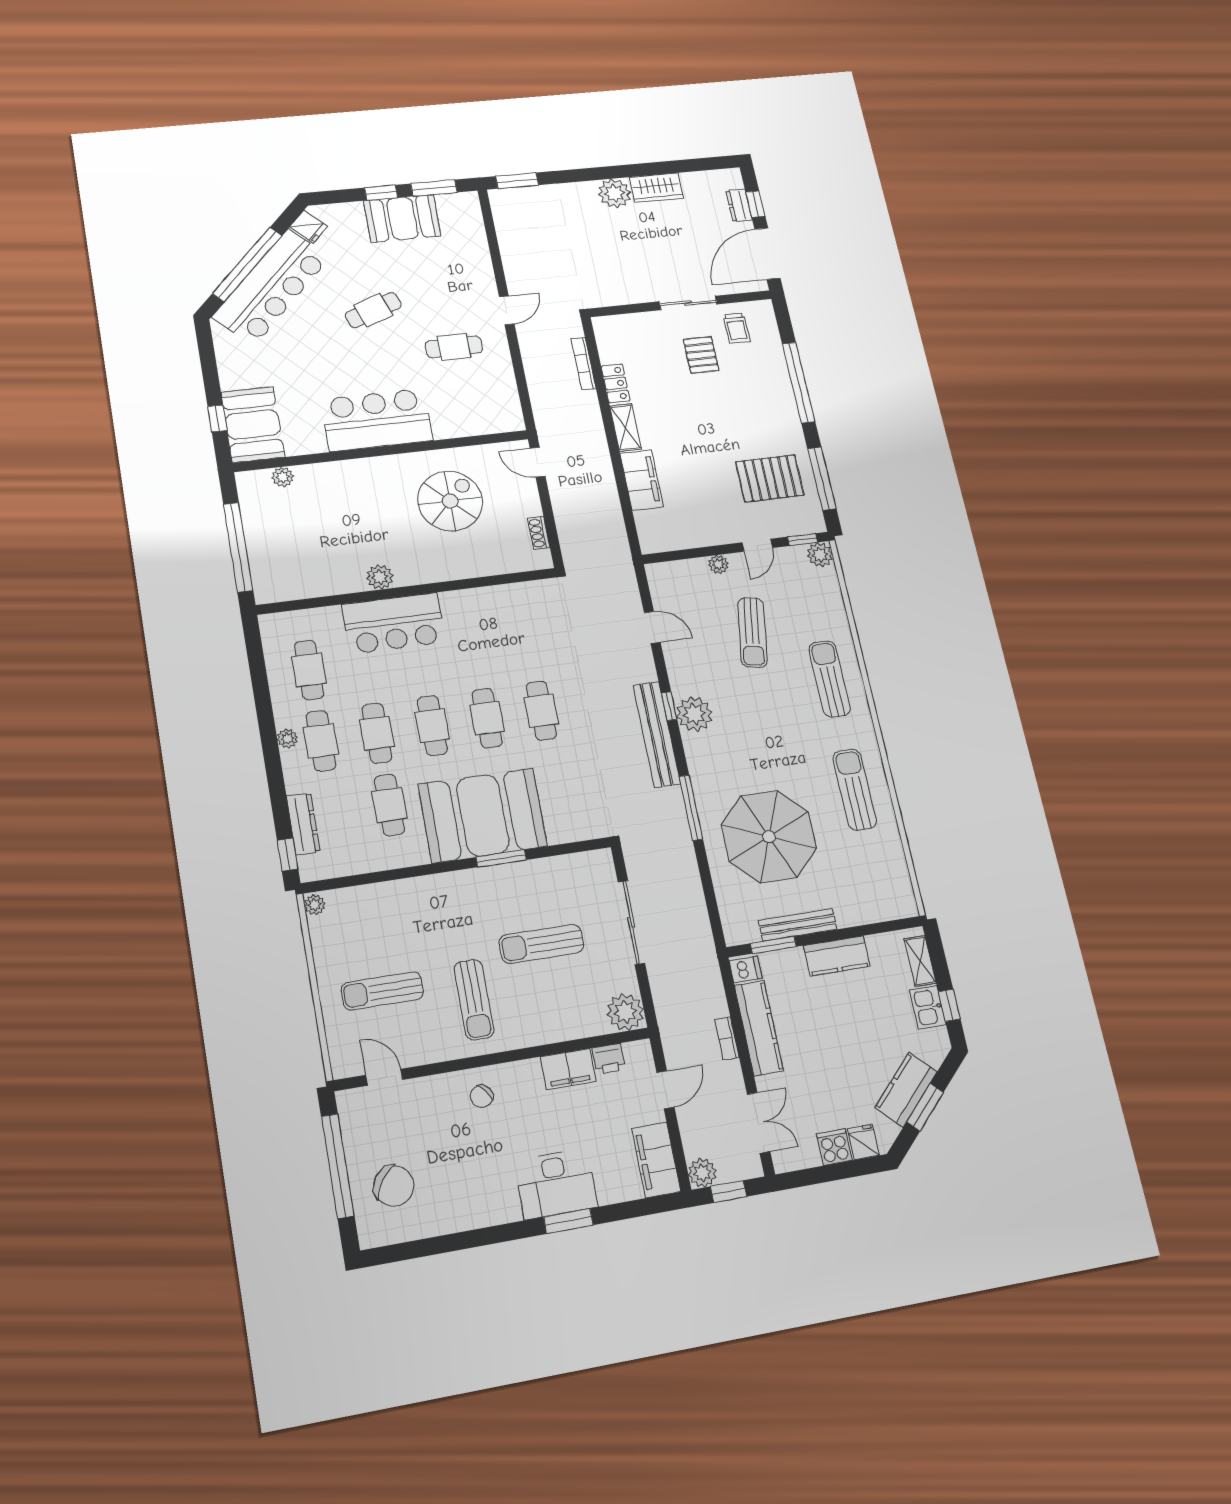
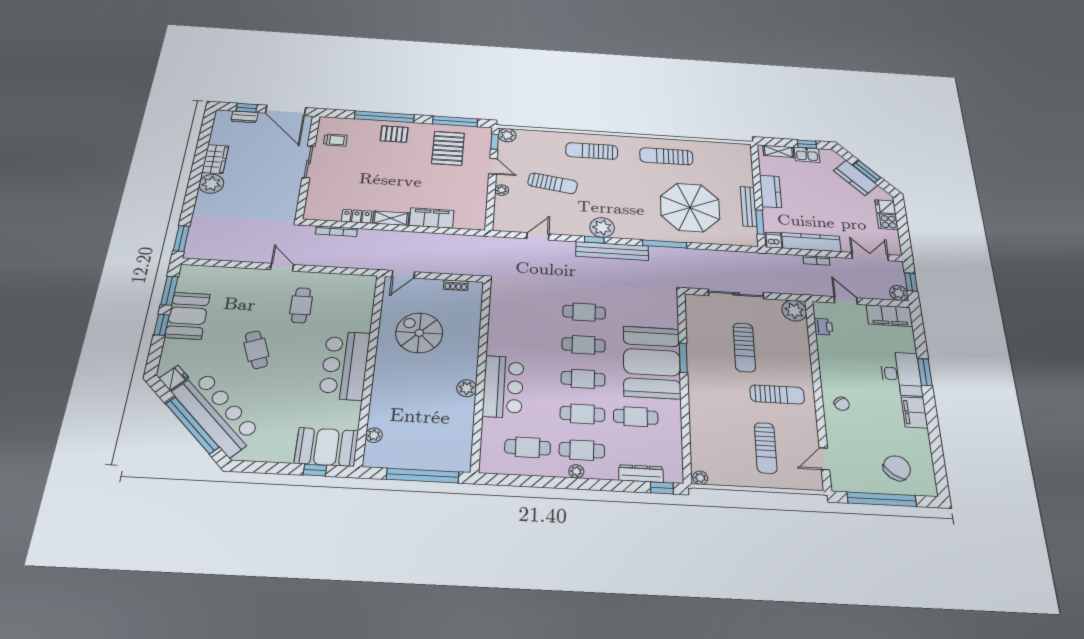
pallet: (701, 355) -> (394, 134), moved
filing cabinet: (568, 1069) -> (915, 412), moved, turned 180

